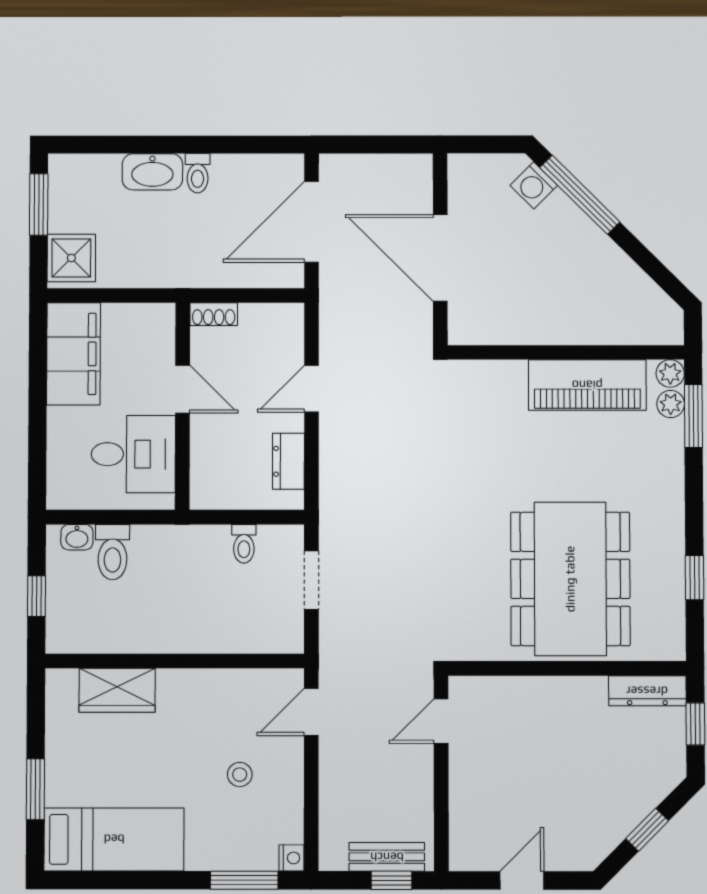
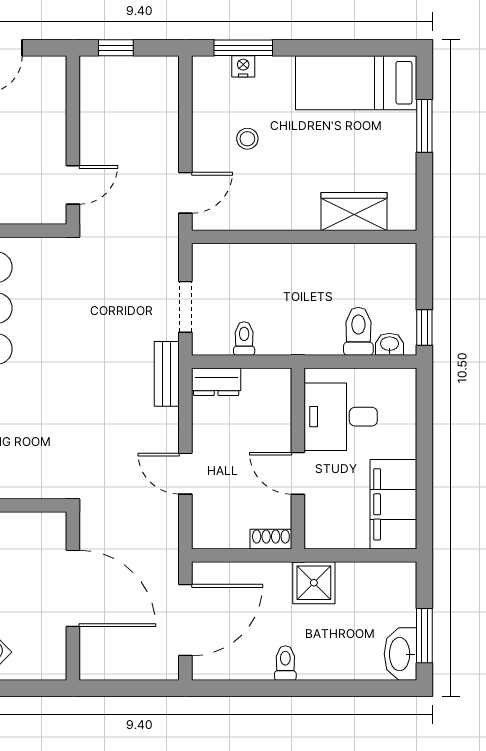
washbasin: (152, 172) -> (400, 654), moved, turned -90
shower: (71, 258) -> (314, 583), moved
door: (311, 389) -> (185, 474), swing flipped
dresser: (288, 461) -> (216, 382), moved, turned 90
window: (37, 596) -> (424, 327), moved
bench: (387, 857) -> (167, 374), moved, turned 90
nightstand: (292, 858) -> (243, 66), moved, turned 90

